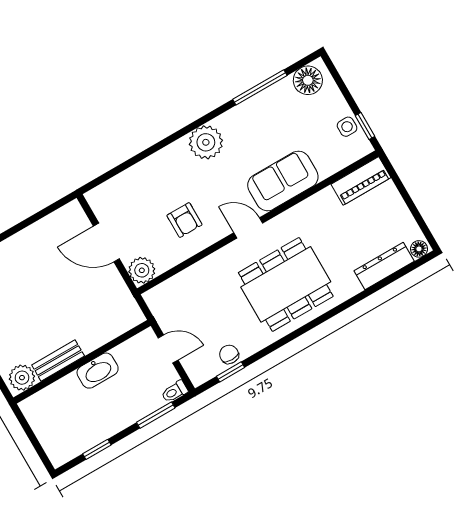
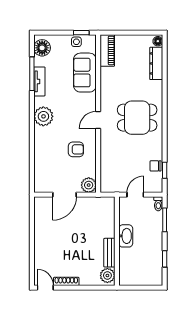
tv unit: (255, 106) -> (39, 81), added
sofa: (283, 181) -> (85, 73), moved
dining table: (286, 284) -> (137, 118), width x0.73

